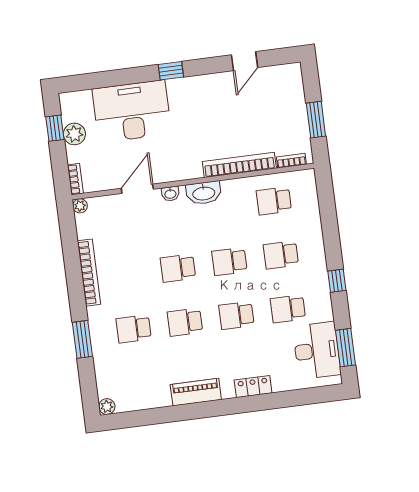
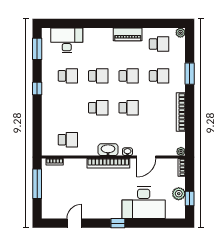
window: (316, 120) -> (37, 184), width x1.44
bookcase: (239, 165) -> (108, 163), moved
school desk: (281, 255) -> (159, 44), moved
desk: (317, 350) -> (67, 40), moved, turned 90
locker: (253, 387) -> (94, 33), removed

